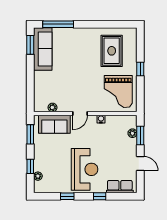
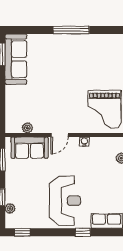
window: (58, 24) -> (71, 30), moved
rug: (112, 51) -> (97, 61), removed
window: (67, 196) -> (22, 232), moved

